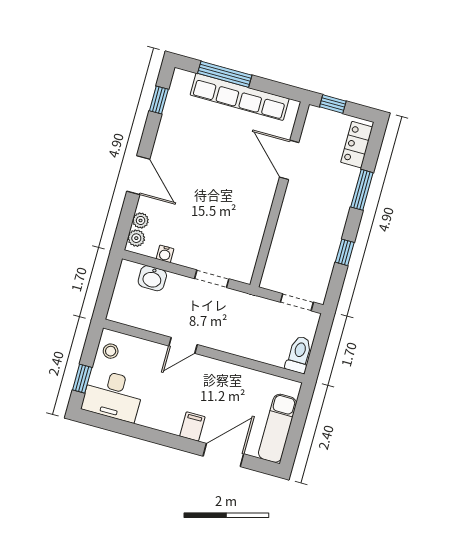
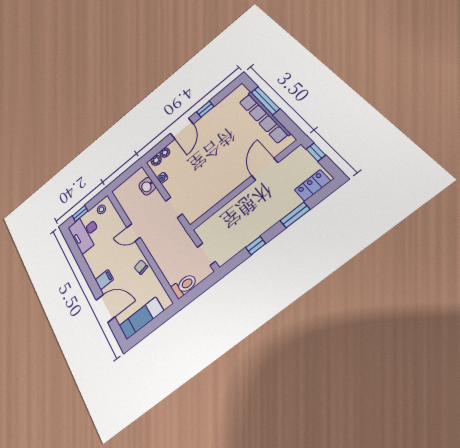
window: (159, 100) -> (205, 109), moved
chair: (228, 376) -> (141, 267), added

